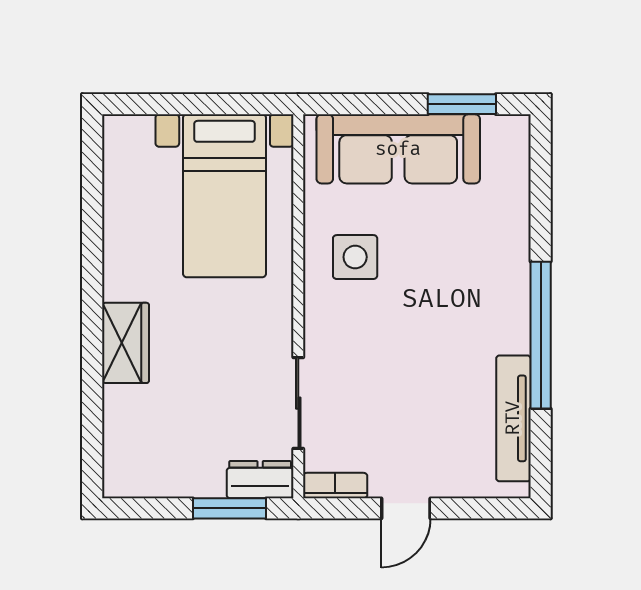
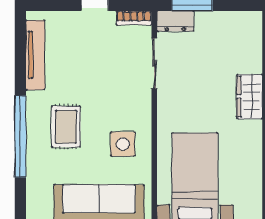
rug: (458, 288) -> (66, 127), added
window: (541, 335) -> (20, 136), moved

